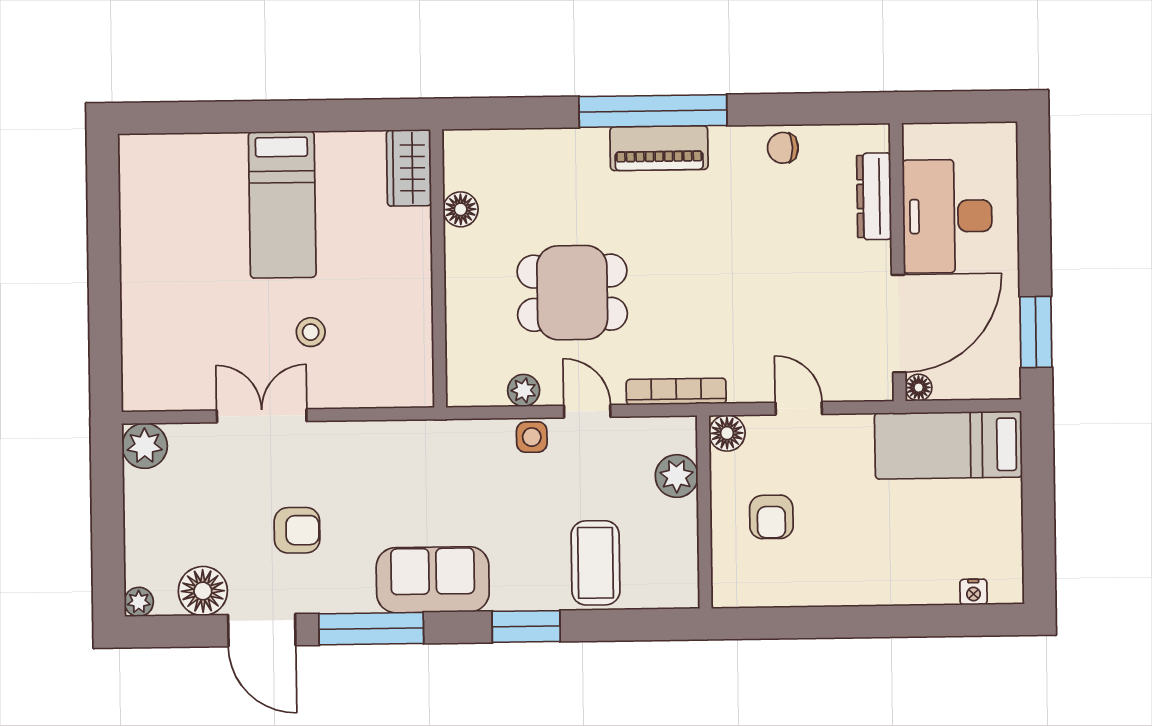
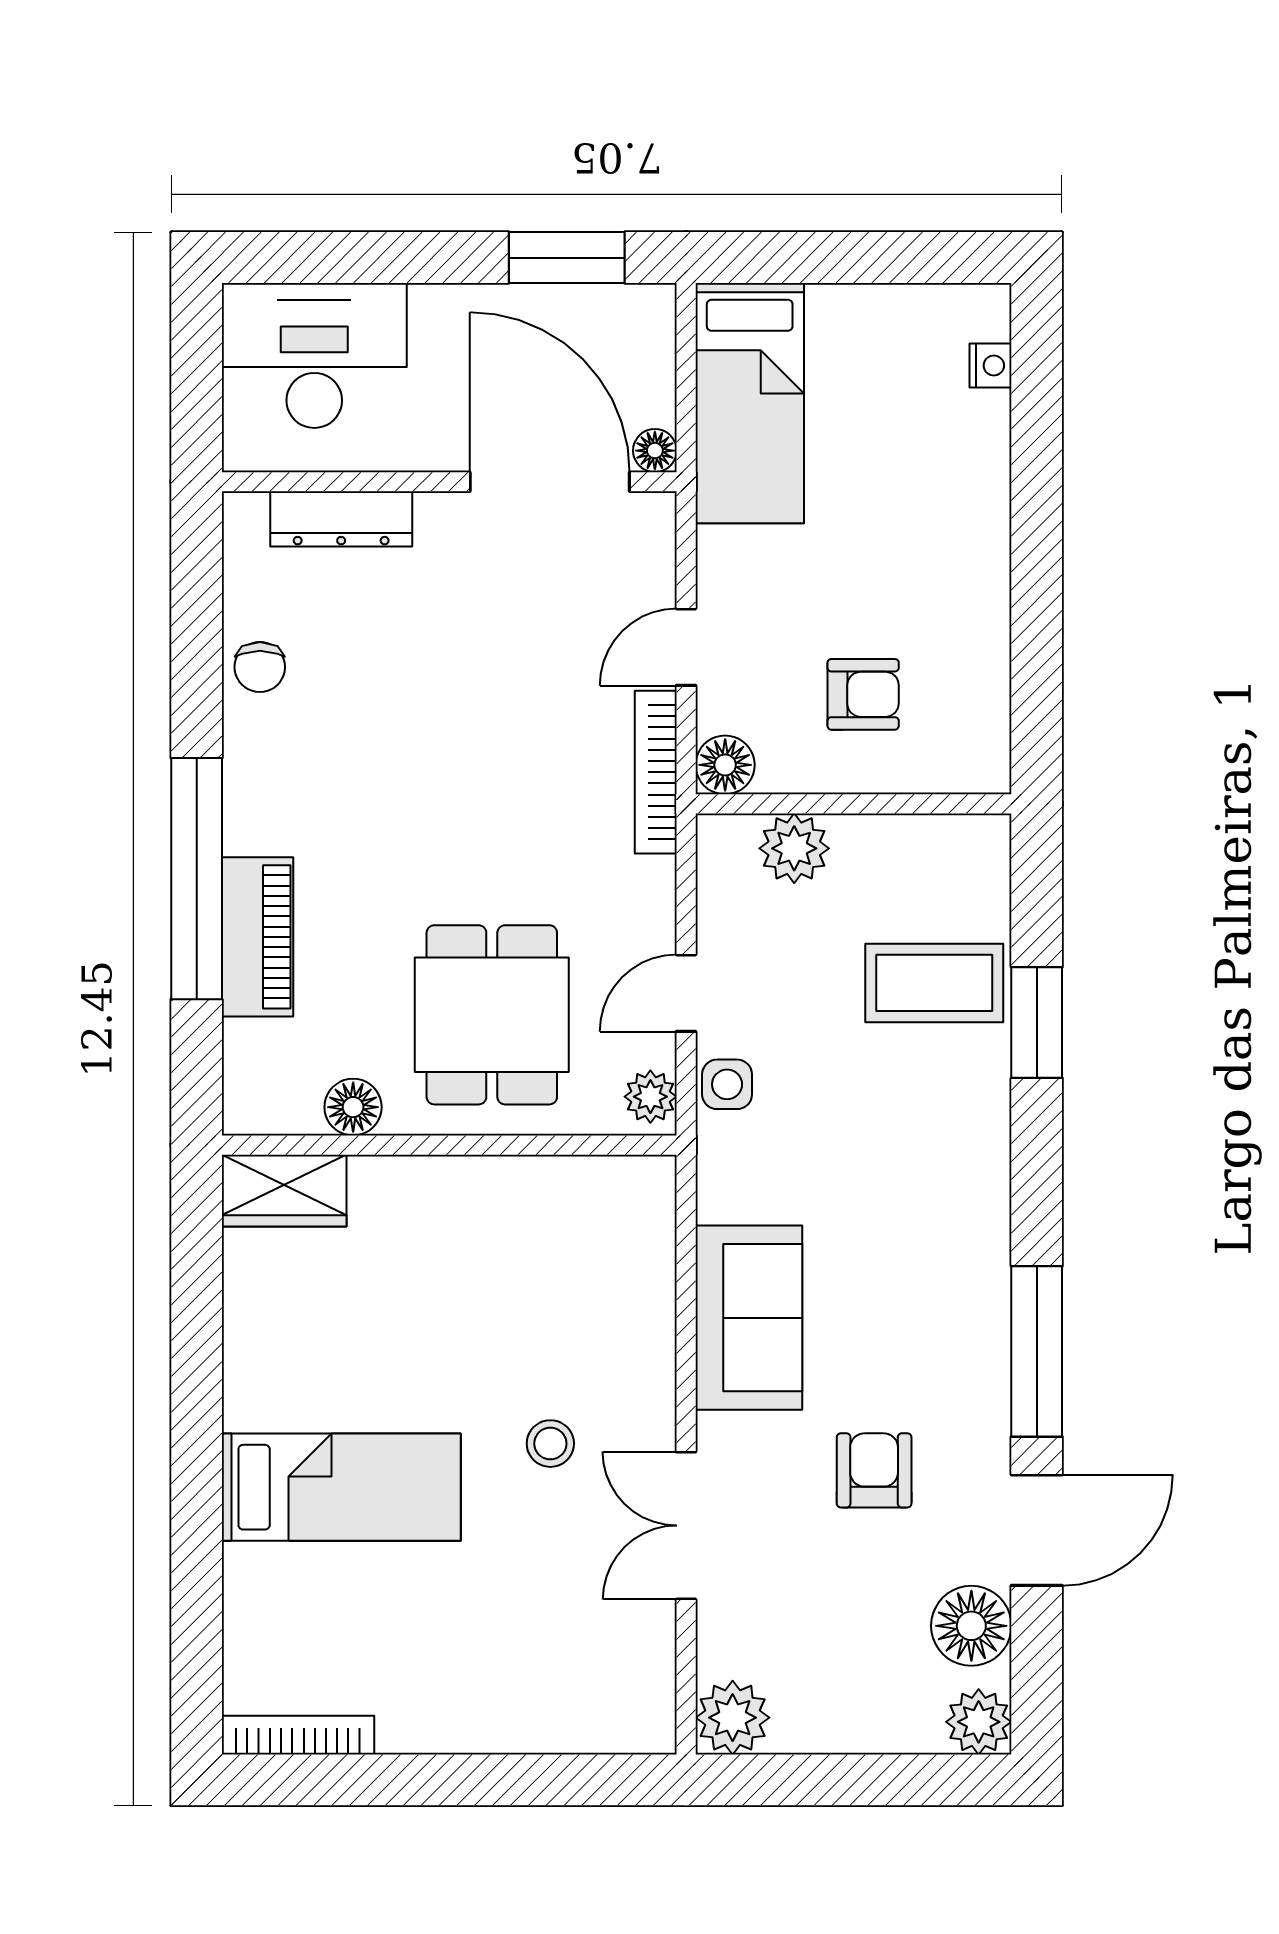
piano: (659, 148) -> (257, 937), moved
wardrobe: (409, 168) -> (284, 1191), moved
bookcase: (130, 180) -> (298, 1735), added
floor lamp: (461, 209) -> (353, 1107), moved
desk: (947, 216) -> (314, 355), moved, turned 180
wall: (438, 268) -> (449, 1145), moved
bookcase: (676, 391) -> (656, 772), moved
sofa: (433, 580) -> (749, 1318), moved, turned 180
plant: (139, 602) -> (979, 1722), width x1.38, depth x1.38
window: (526, 626) -> (1037, 1023), moved

